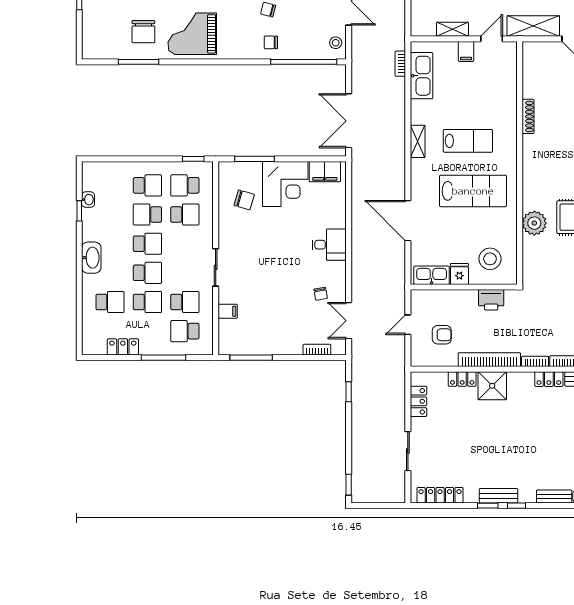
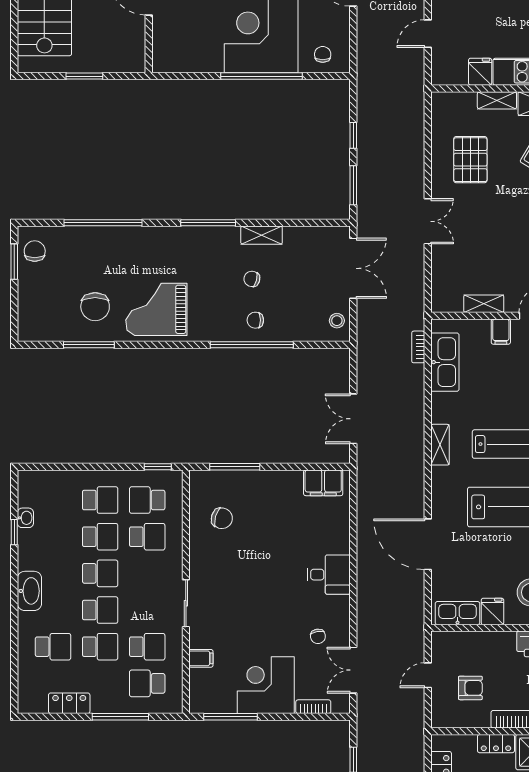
window: (304, 62) -> (252, 345), moved
double door: (349, 121) -> (353, 419), width x0.73
corner desk: (285, 184) -> (266, 685), moved, turned 180
school desk: (147, 215) -> (100, 537), turned 180

